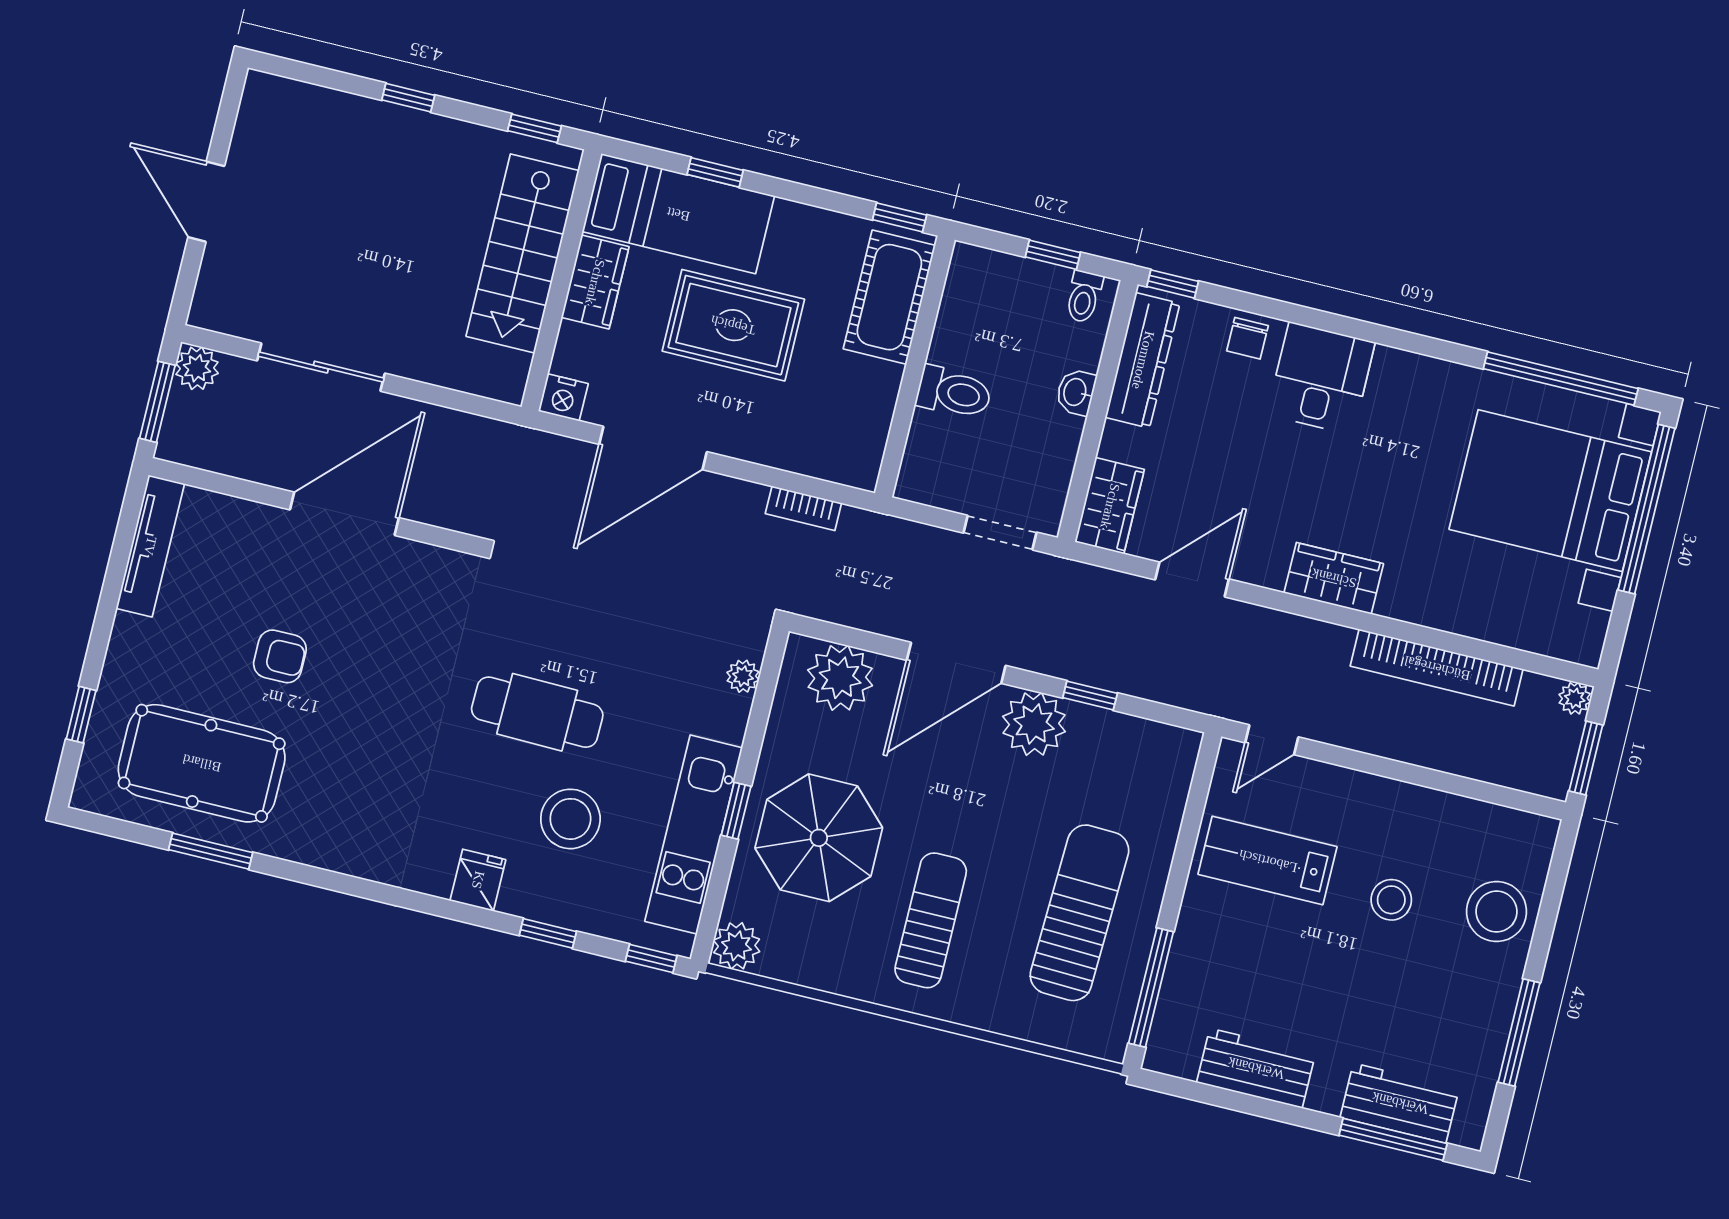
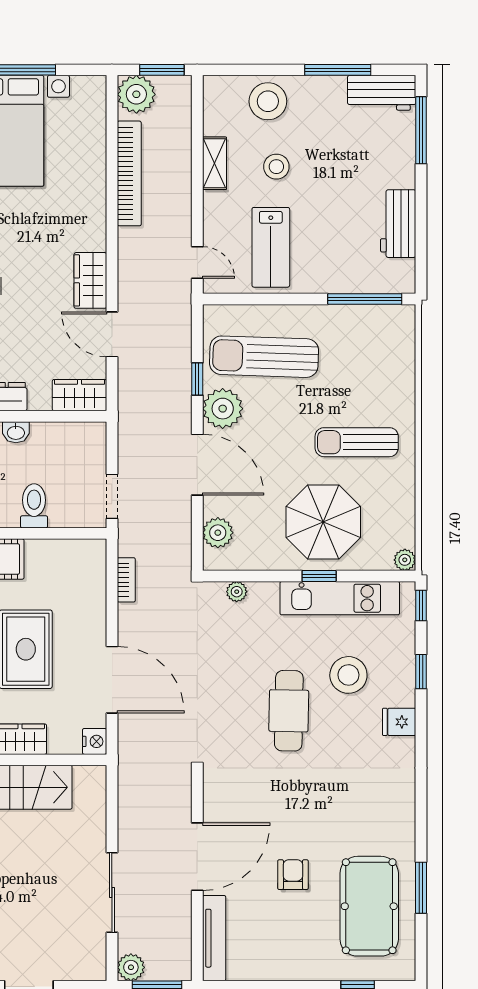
door: (344, 514) -> (197, 857), swing flipped
doorway: (1000, 533) -> (112, 496), moved
tv unit: (150, 546) -> (214, 938), moved, turned 90
wardrobe: (1334, 578) -> (90, 280), moved
plant: (840, 678) -> (218, 533), width x0.73, depth x0.73
plant: (1575, 698) -> (136, 94), width x1.88, depth x1.88
shelving: (1420, 804) -> (214, 163), added
sun lounger: (1079, 913) -> (264, 357), moved
plant: (737, 946) -> (405, 560), width x0.73, depth x0.73
workbench: (1400, 1103) -> (382, 93), moved, turned -90

